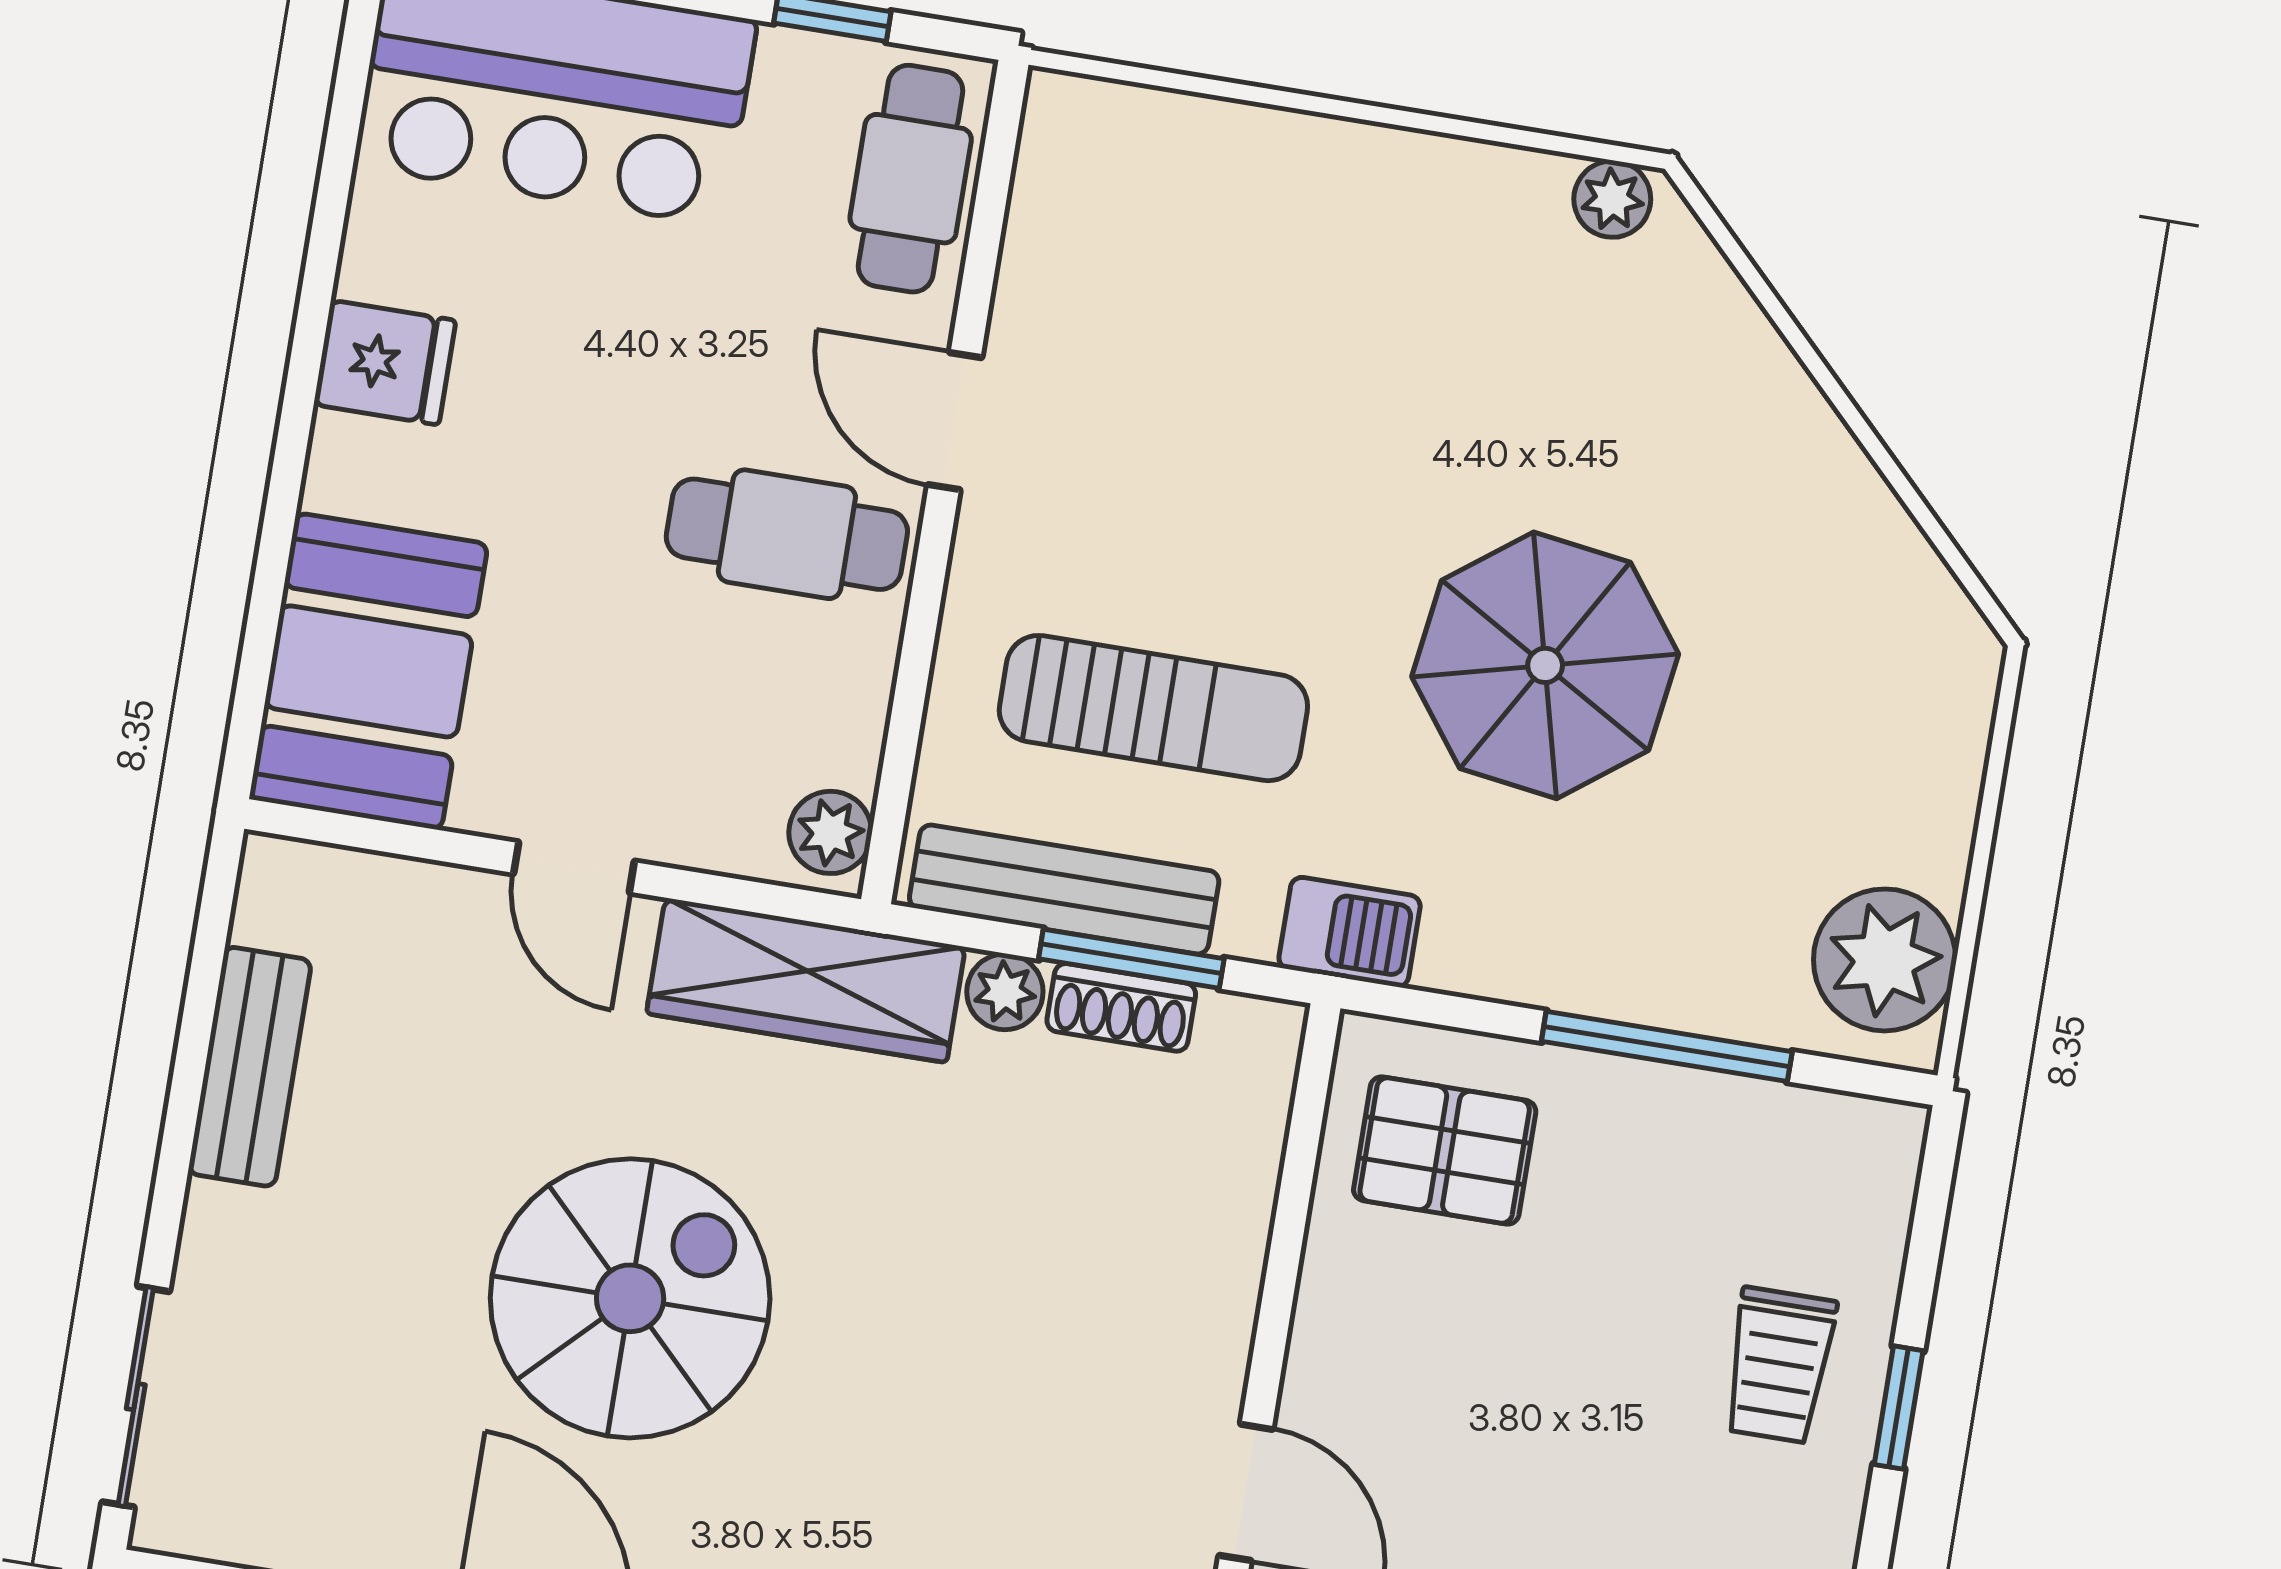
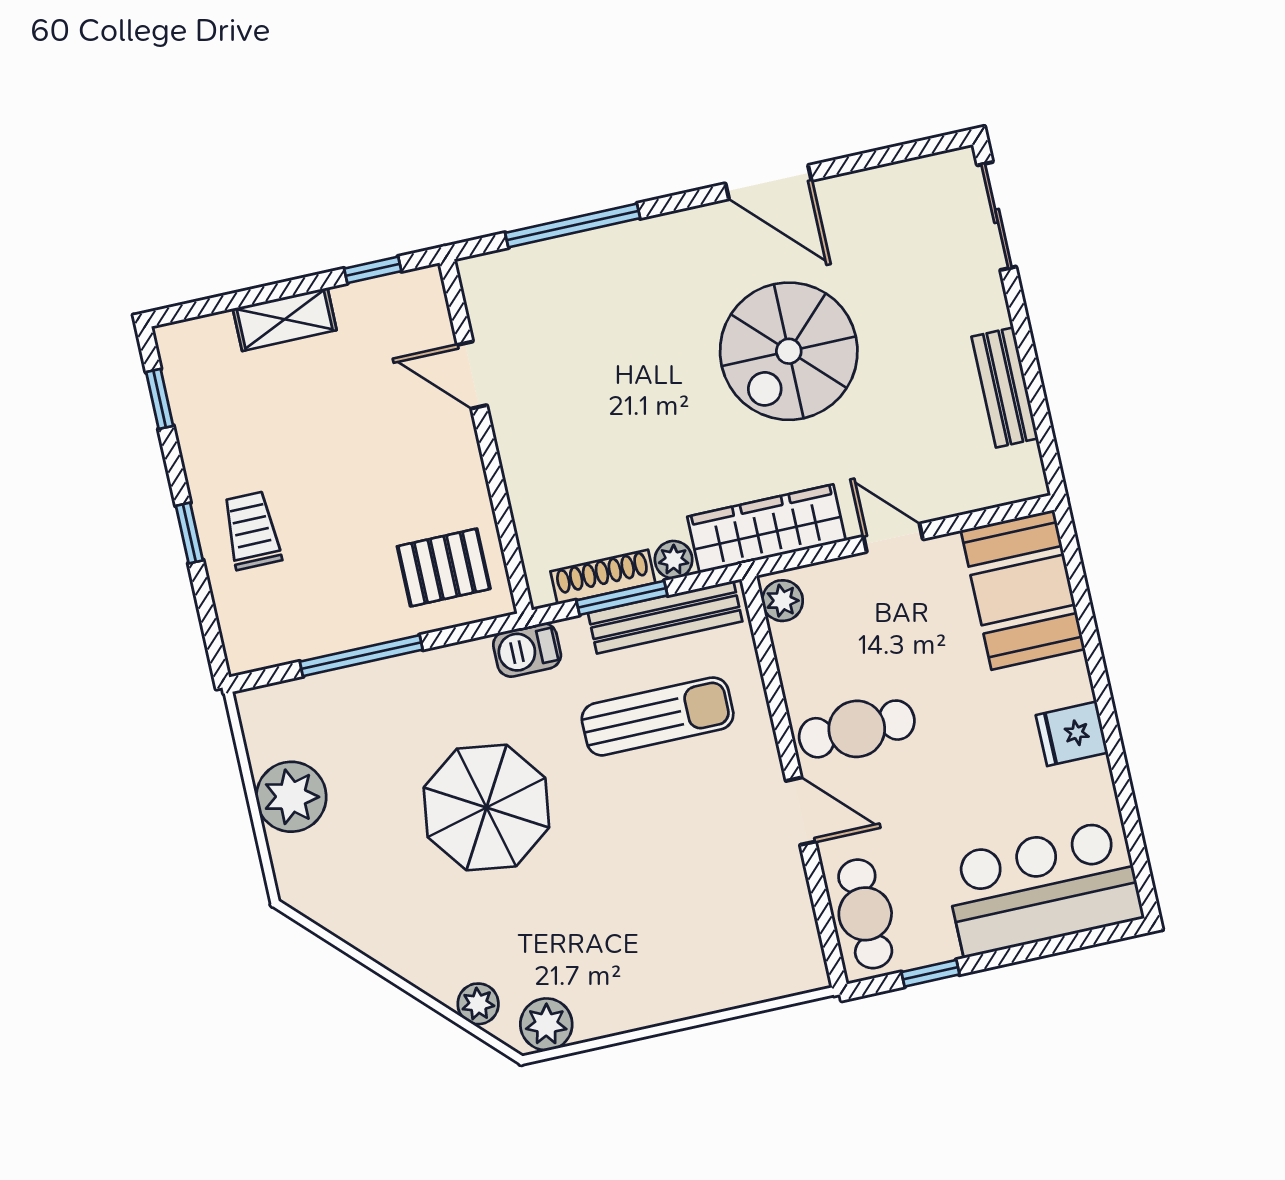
plant: (1612, 199) -> (546, 1024), width x1.38, depth x1.38
plant: (1709, 301) -> (478, 1004), added
sun lounger: (1153, 708) -> (658, 716), turned 180
plant: (1885, 960) -> (291, 797), moved
shoe rack: (1121, 1007) -> (603, 577), width x1.43

